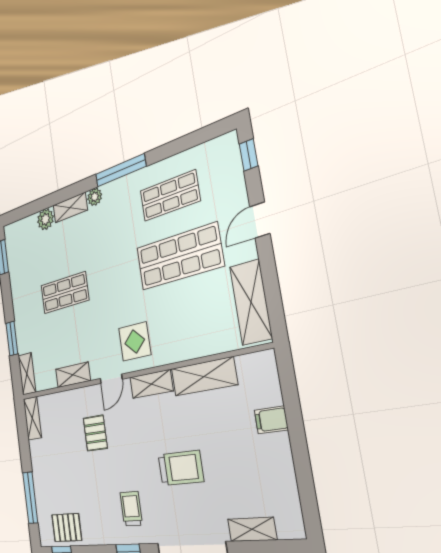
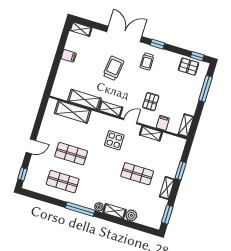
shop shelf: (179, 257) -> (71, 154), width x0.70, depth x0.74
shelving: (251, 302) -> (73, 112), moved, turned 90
display table: (135, 341) -> (114, 140), moved
shelving: (27, 374) -> (167, 188), moved
filing cabinet: (64, 404) -> (163, 123), added
filing cabinet: (271, 420) -> (69, 56), moved
trolley: (181, 468) -> (113, 68), turned 97
shelving: (252, 529) -> (81, 29), moved

